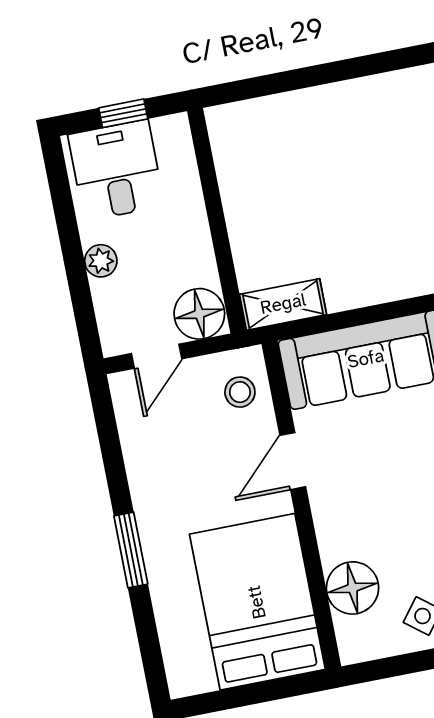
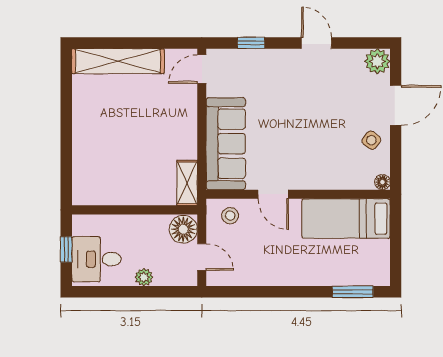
window: (131, 550) -> (353, 292), moved
floor lamp: (353, 588) -> (382, 182), moved, width x0.53, depth x0.53
bed: (257, 602) -> (346, 219), width x0.67

